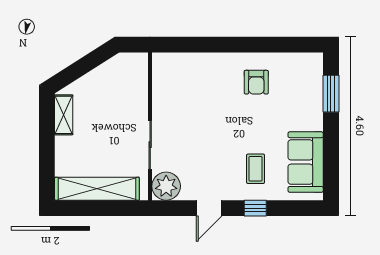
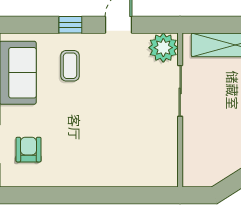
armchair: (256, 82) -> (28, 150), moved

